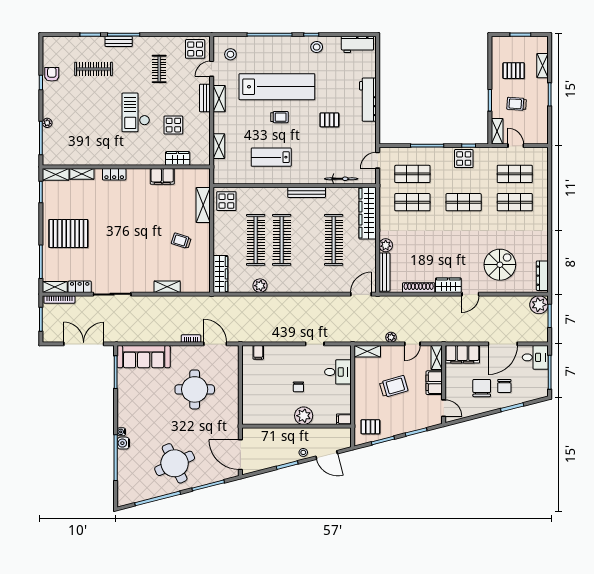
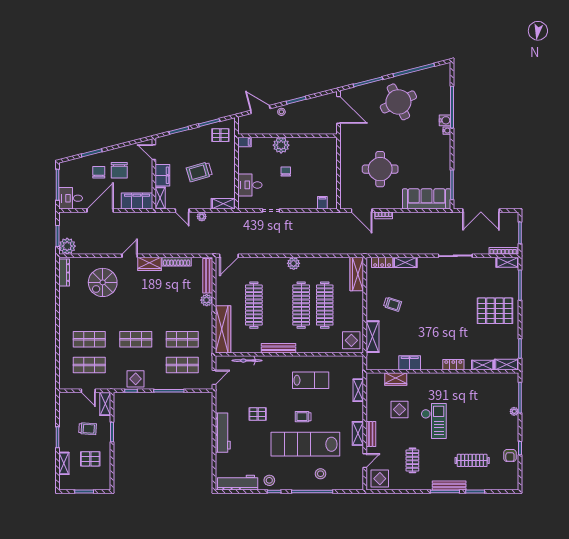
bench: (119, 41) -> (449, 485), width x1.36
workbench: (357, 44) -> (238, 483), width x1.38
stool: (230, 54) -> (321, 474), moved
plant: (260, 286) -> (294, 263), moved
locker: (80, 287) -> (382, 262), moved
door: (412, 344) -> (182, 210), swing flipped

